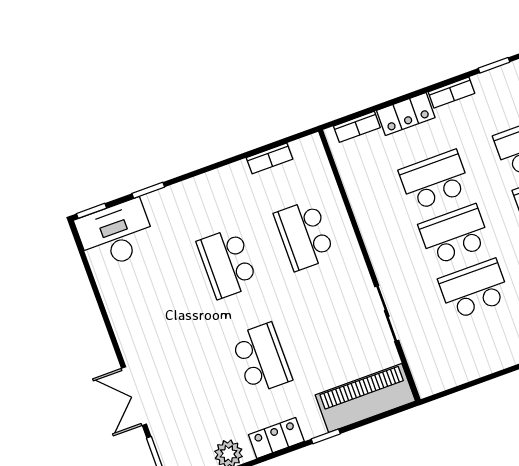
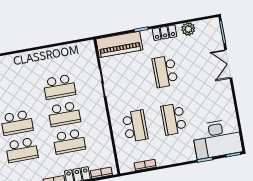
desk: (116, 234) -> (217, 139), width x1.36, depth x1.30
school desk: (227, 263) -> (174, 119), turned 180
double door: (134, 396) -> (228, 64), swing flipped

